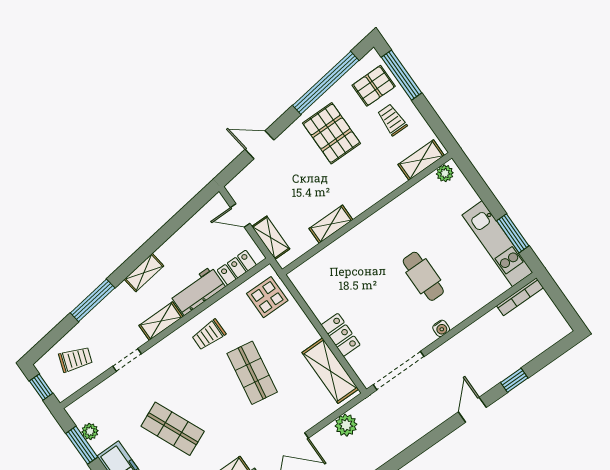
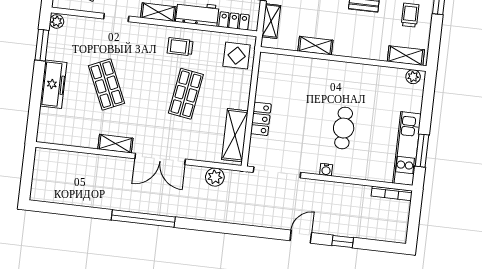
plant: (90, 431) -> (57, 21), moved

